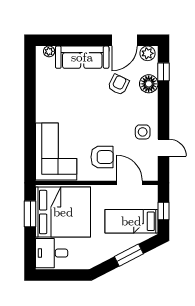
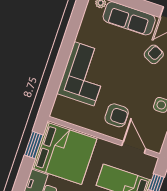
corner sofa: (56, 152) -> (84, 74), moved

